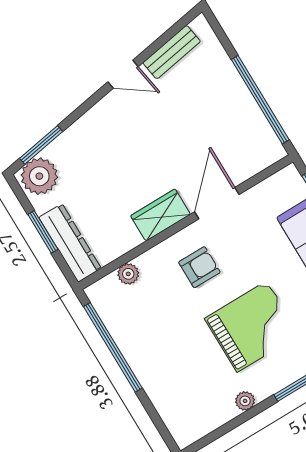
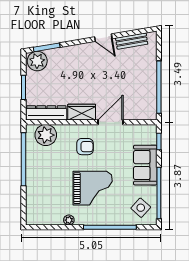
dresser: (70, 243) -> (46, 113), moved, turned -90
plant: (128, 274) -> (46, 135), width x1.87, depth x1.87

